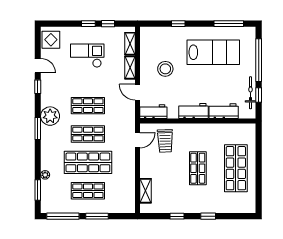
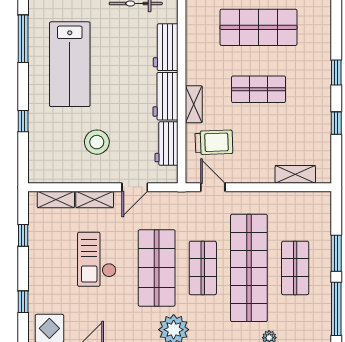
window: (88, 24) -> (23, 302), moved
lab bench: (213, 52) -> (70, 64), turned 180
checkout: (87, 56) -> (97, 259), moved
shop shelf: (88, 106) -> (157, 268), width x1.43, depth x1.36
workbench: (153, 112) -> (166, 144), moved
shelving: (189, 129) -> (194, 104), added
shop shelf: (88, 162) -> (249, 268), width x1.40

